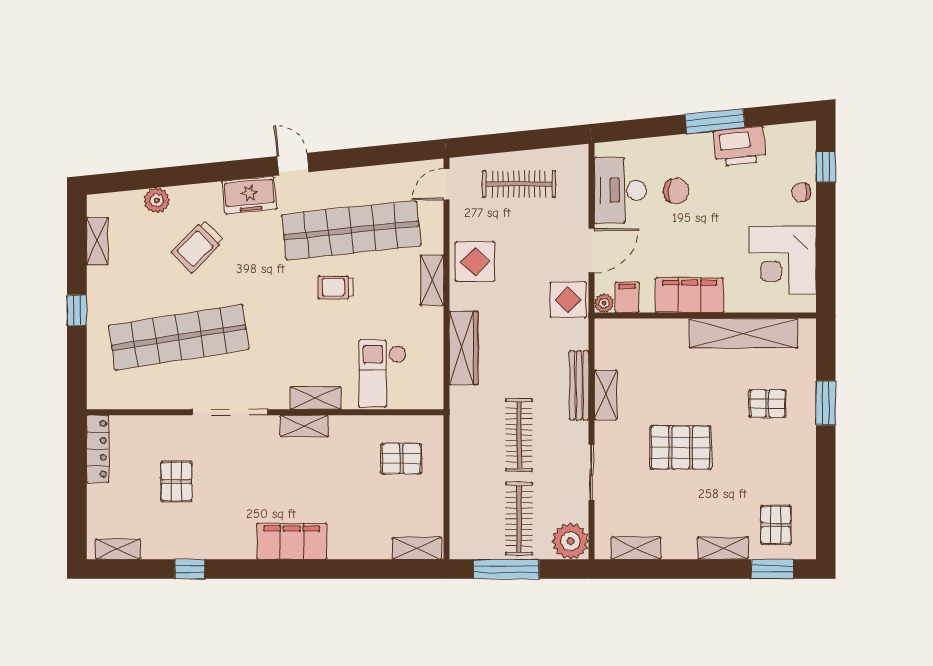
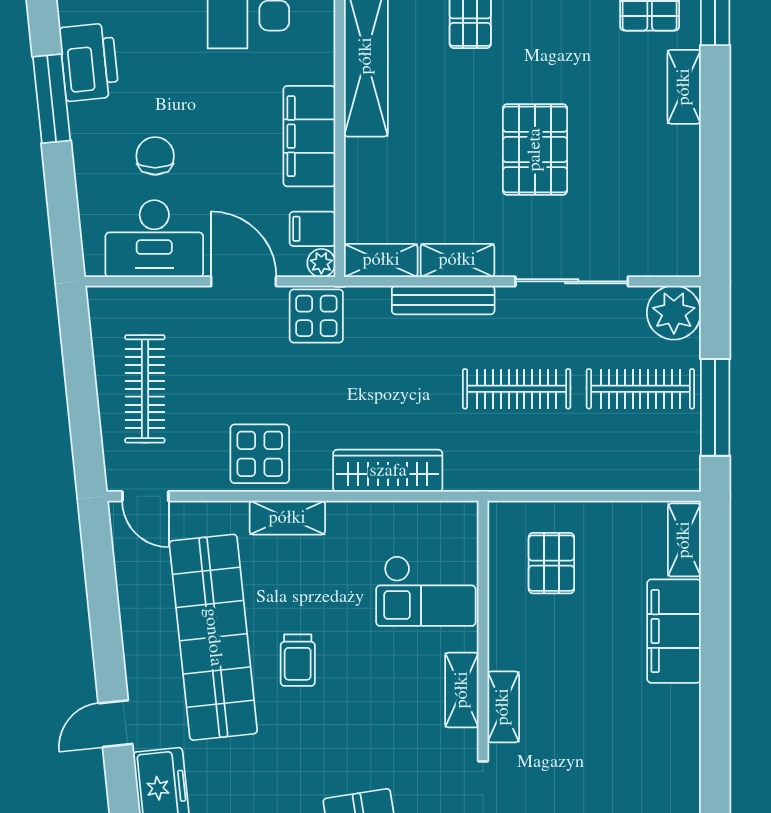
sliding door: (592, 472) -> (572, 281), width x1.37
filing cabinet: (292, 541) -> (674, 631), moved
shelving: (636, 548) -> (381, 260), moved, turned 90

